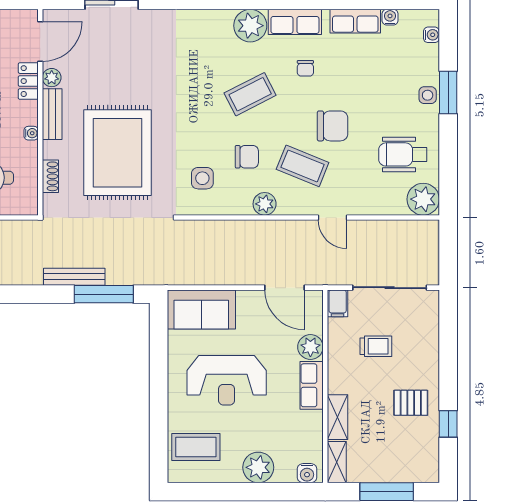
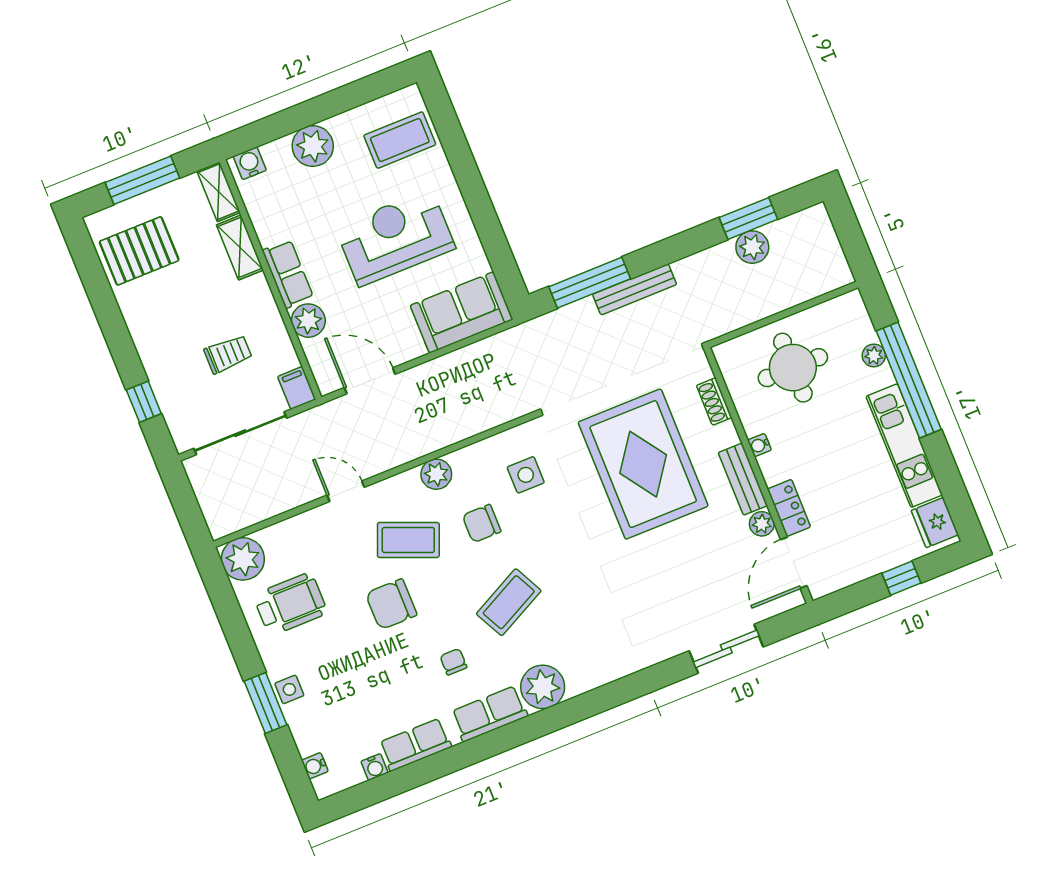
trolley: (376, 346) -> (228, 354), turned 180
pallet: (411, 403) -> (139, 251), moved, width x1.50, depth x1.42
window: (448, 424) -> (144, 402), moved

